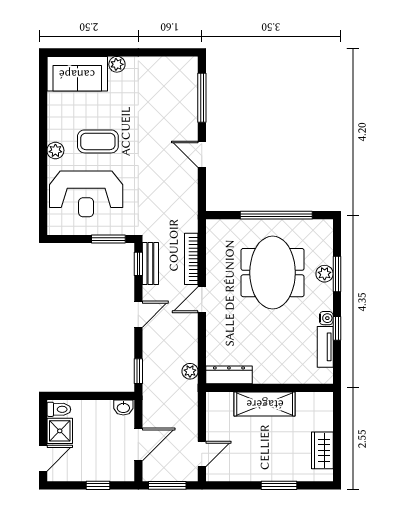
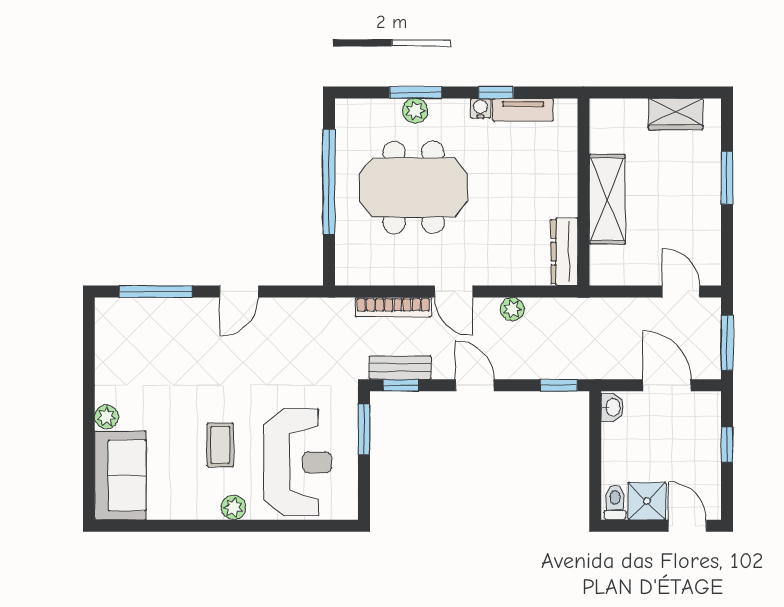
coffee table: (98, 141) -> (220, 445), width x0.73, depth x0.77
plant: (190, 371) -> (512, 309), moved

